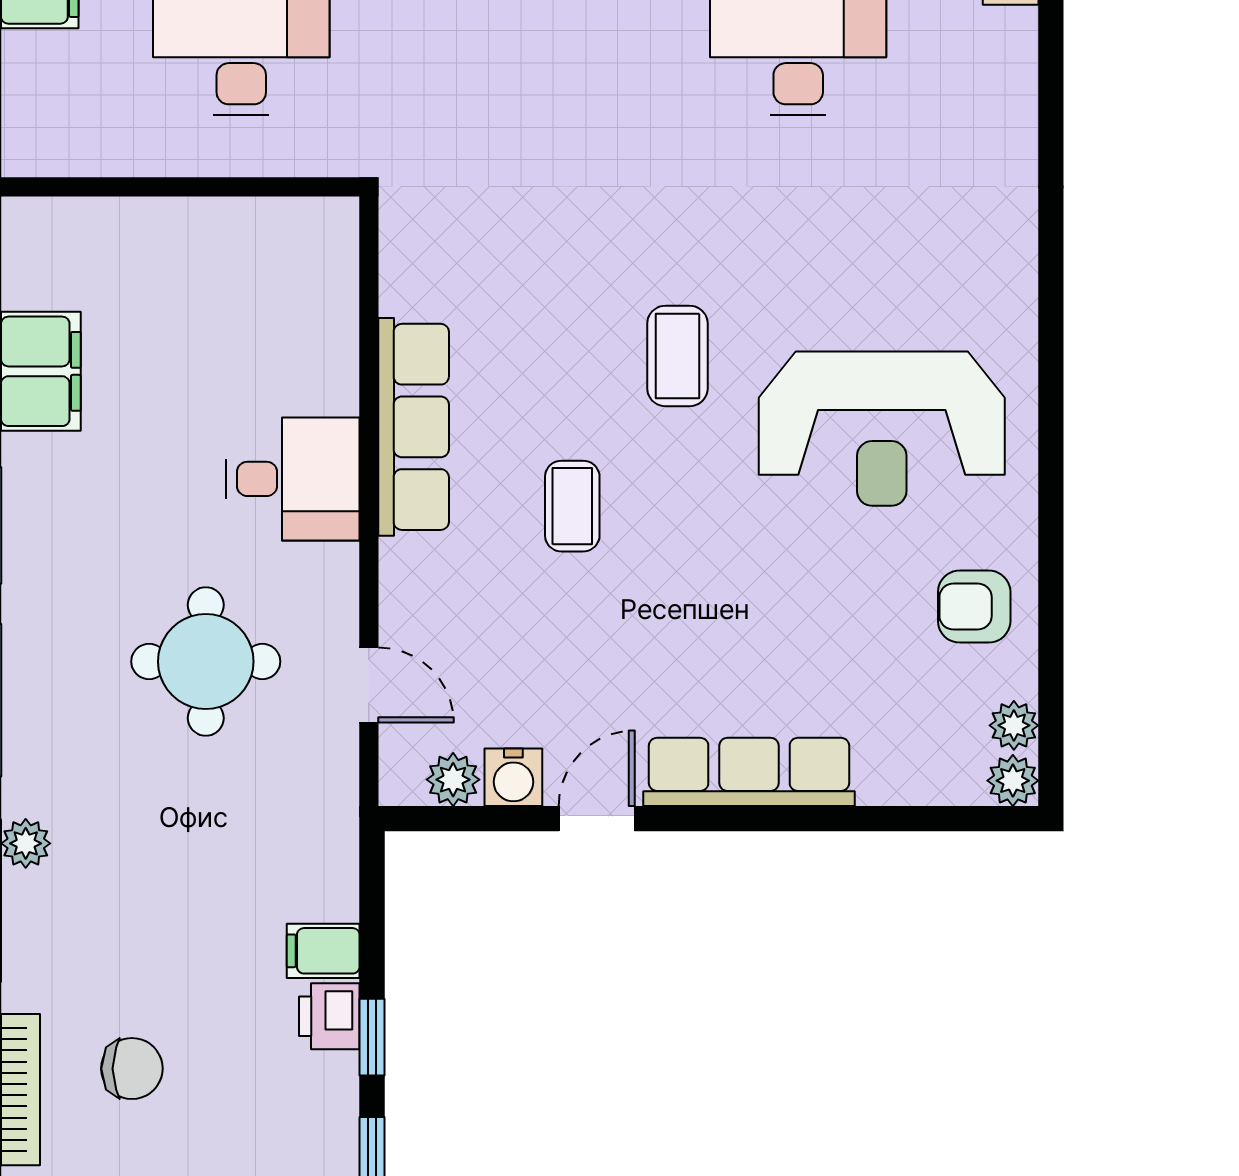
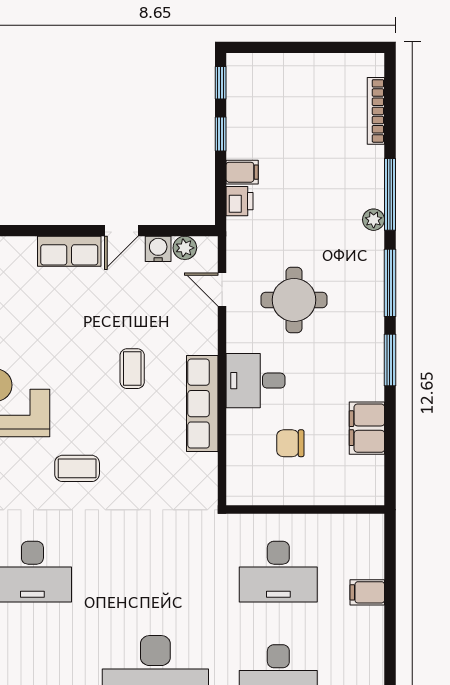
coffee table: (677, 356) -> (77, 468), moved, turned 90
row of seats: (749, 772) -> (69, 251), width x0.68
printer: (329, 1016) -> (240, 201), moved
chair: (132, 1069) -> (290, 443), moved

